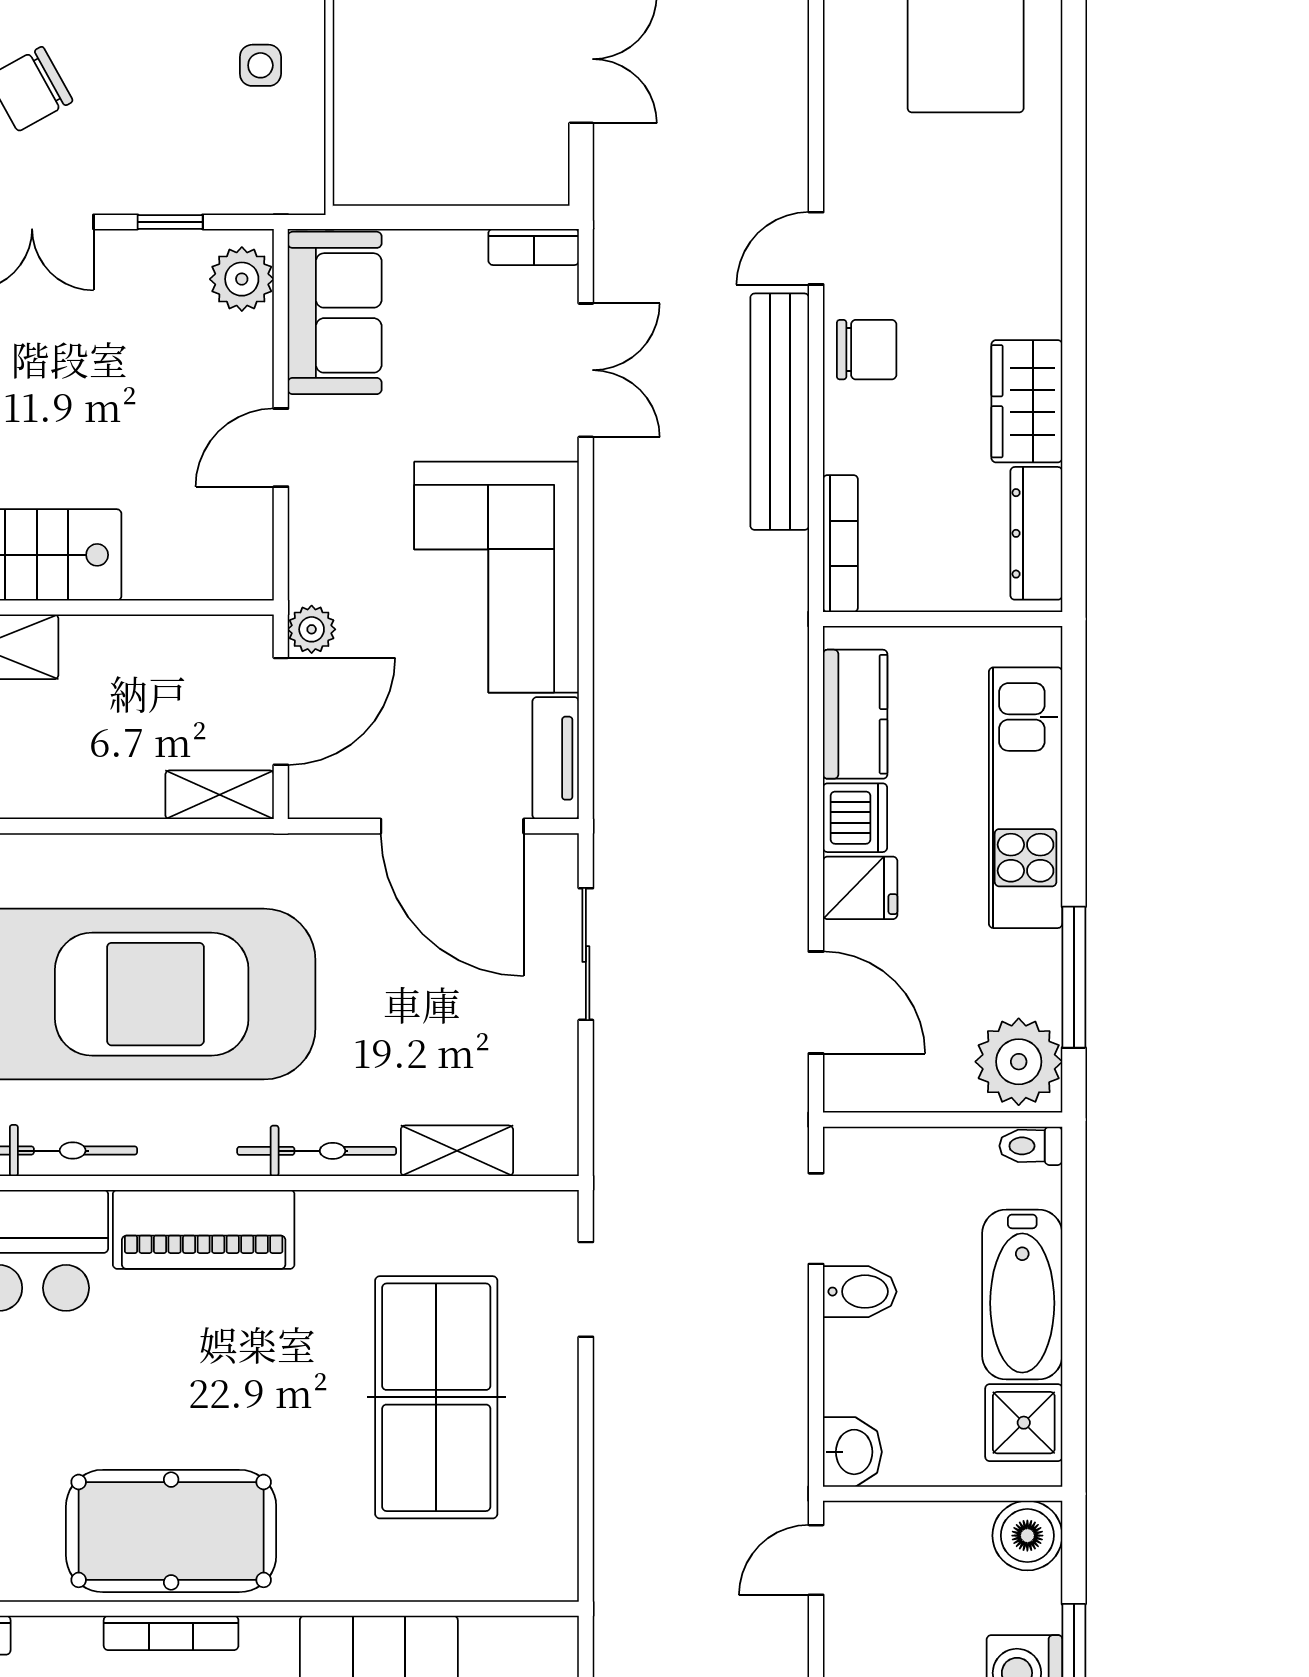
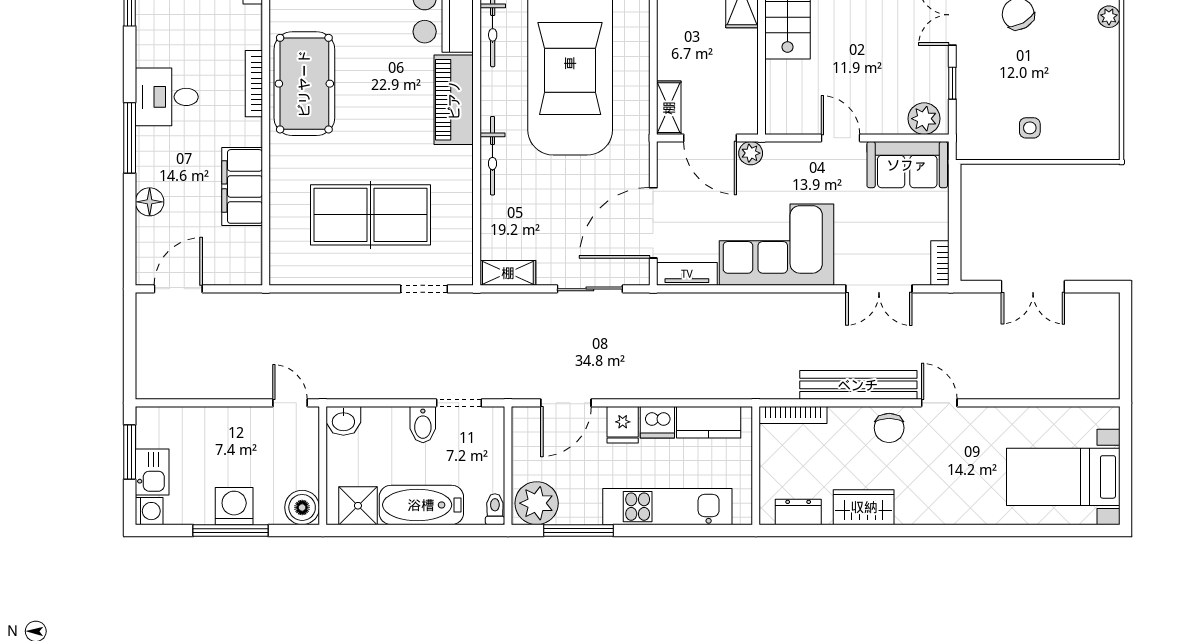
dresser: (1036, 533) -> (798, 512), width x0.70
shelving: (457, 1151) -> (508, 273), moved, turned 90

